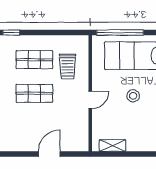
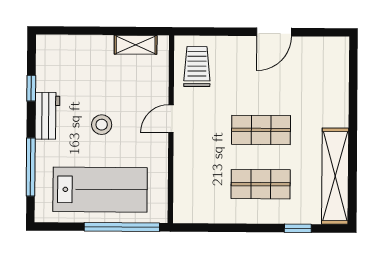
trolley: (67, 67) -> (197, 67), moved
door: (49, 154) -> (274, 32), moved

